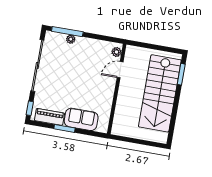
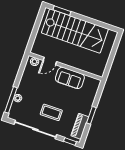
door: (120, 70) -> (50, 61), hinge flipped
coffee table: (60, 81) -> (51, 112), added
sofa: (81, 119) -> (70, 78), moved, turned -90

